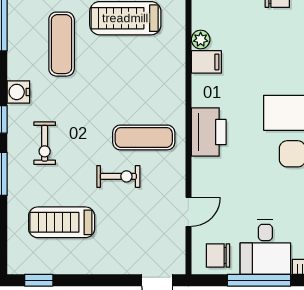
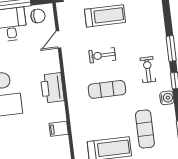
plant: (201, 40) -> (64, 142), removed
exercise mat: (144, 137) -> (107, 89), moved
treadmill: (62, 222) -> (105, 16), moved

